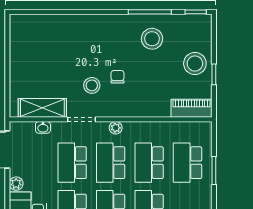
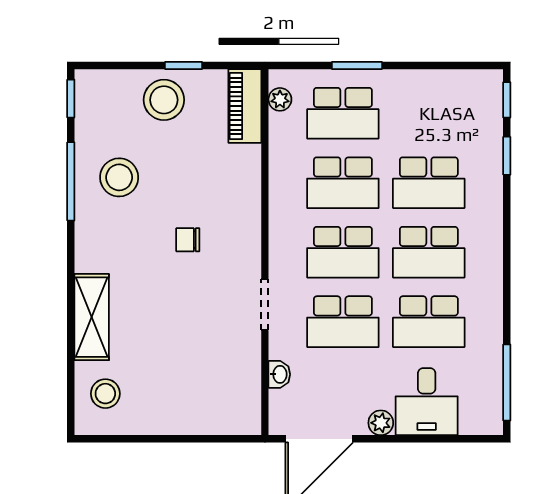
stool: (92, 85) -> (105, 394), moved
shelving: (42, 108) -> (92, 317), moved
plant: (116, 128) -> (280, 99), moved

